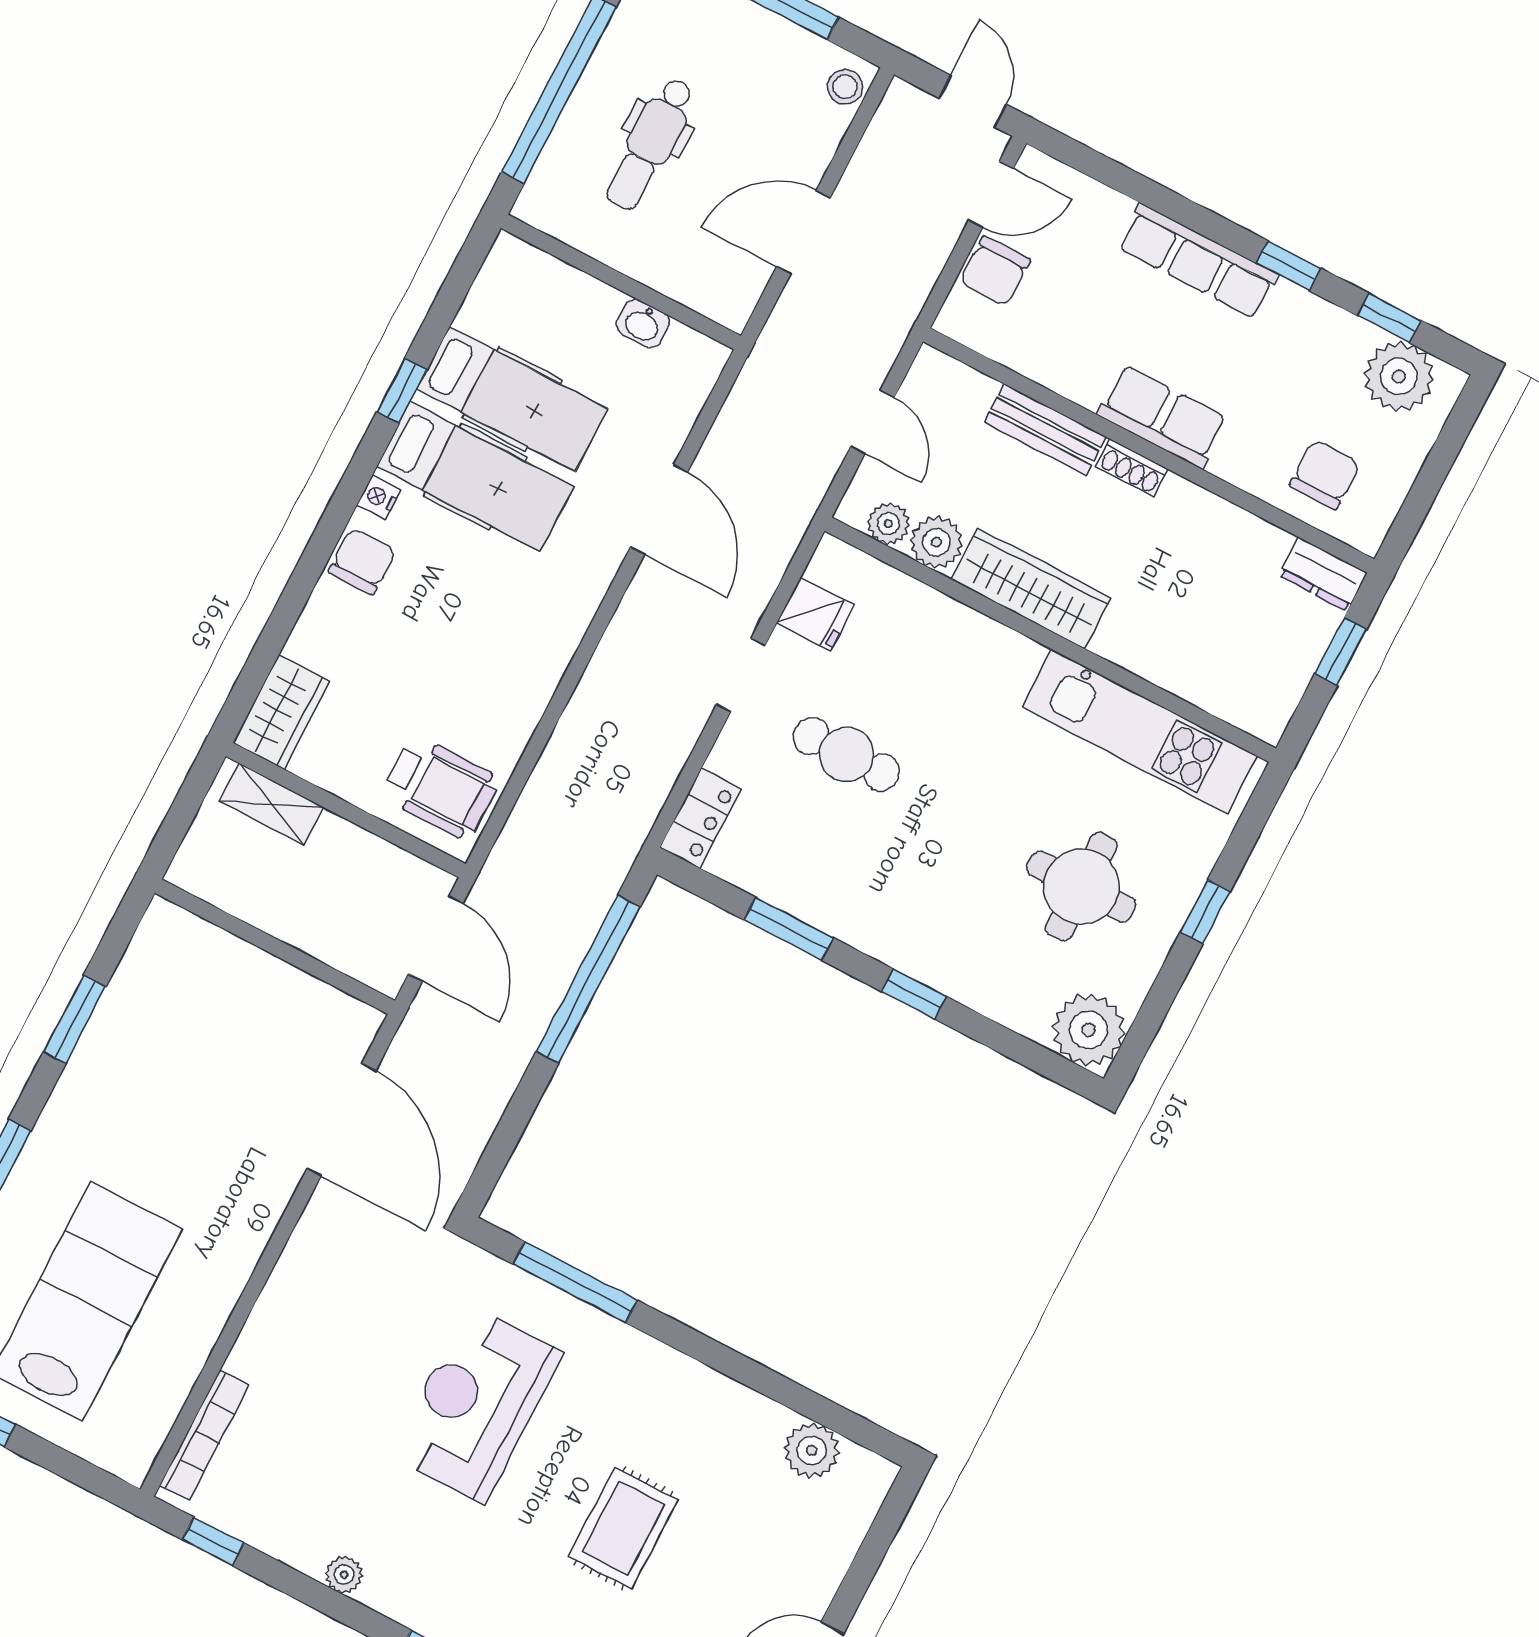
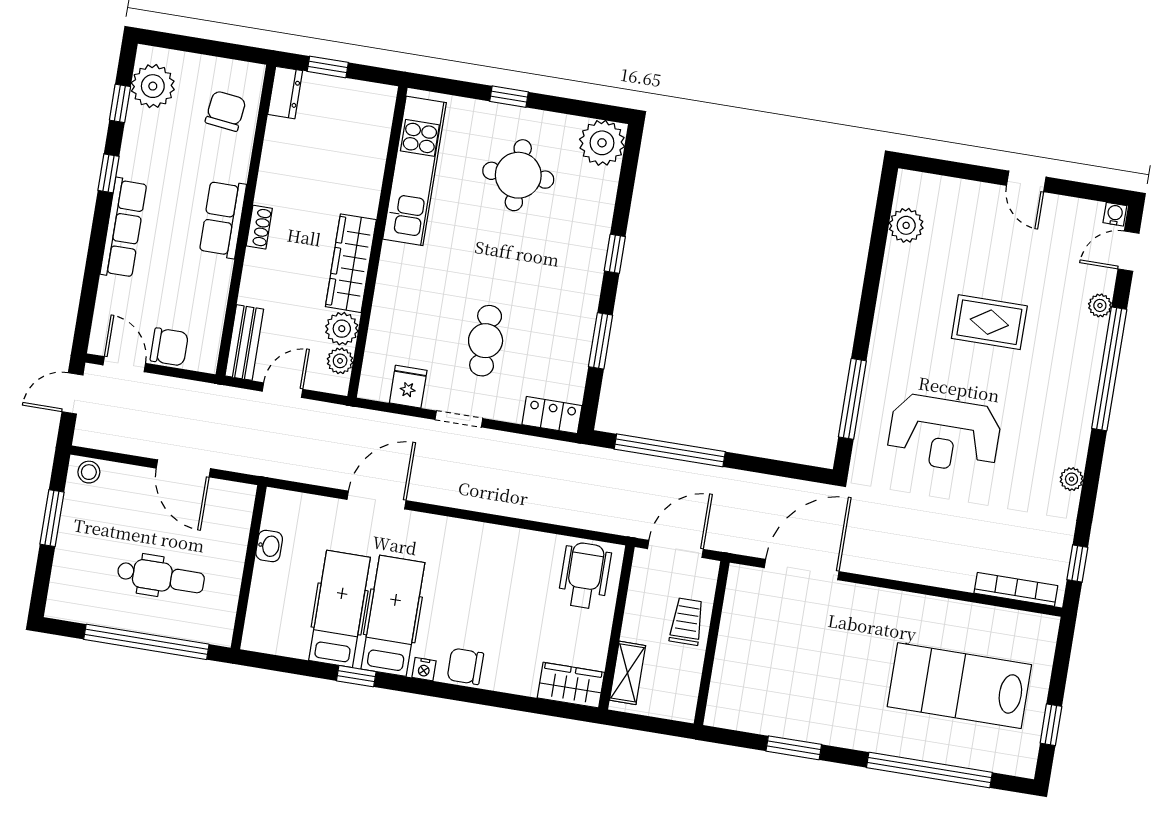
bench: (1045, 430) -> (244, 343), moved
chair: (1325, 475) -> (226, 111), turned 97
trolley: (320, 920) -> (687, 622), added

